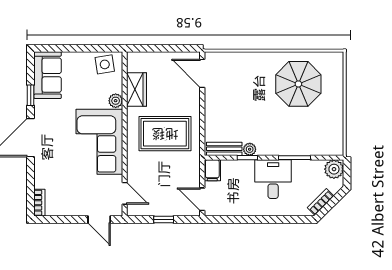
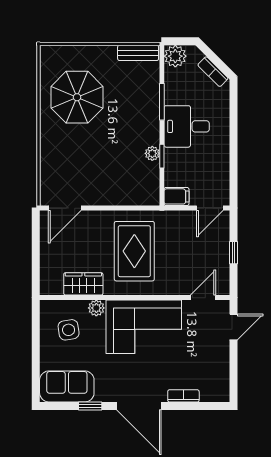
side table: (105, 64) -> (69, 330), moved
bench: (224, 149) -> (138, 53), moved, turned 90
bookcase: (39, 203) -> (183, 396), moved

